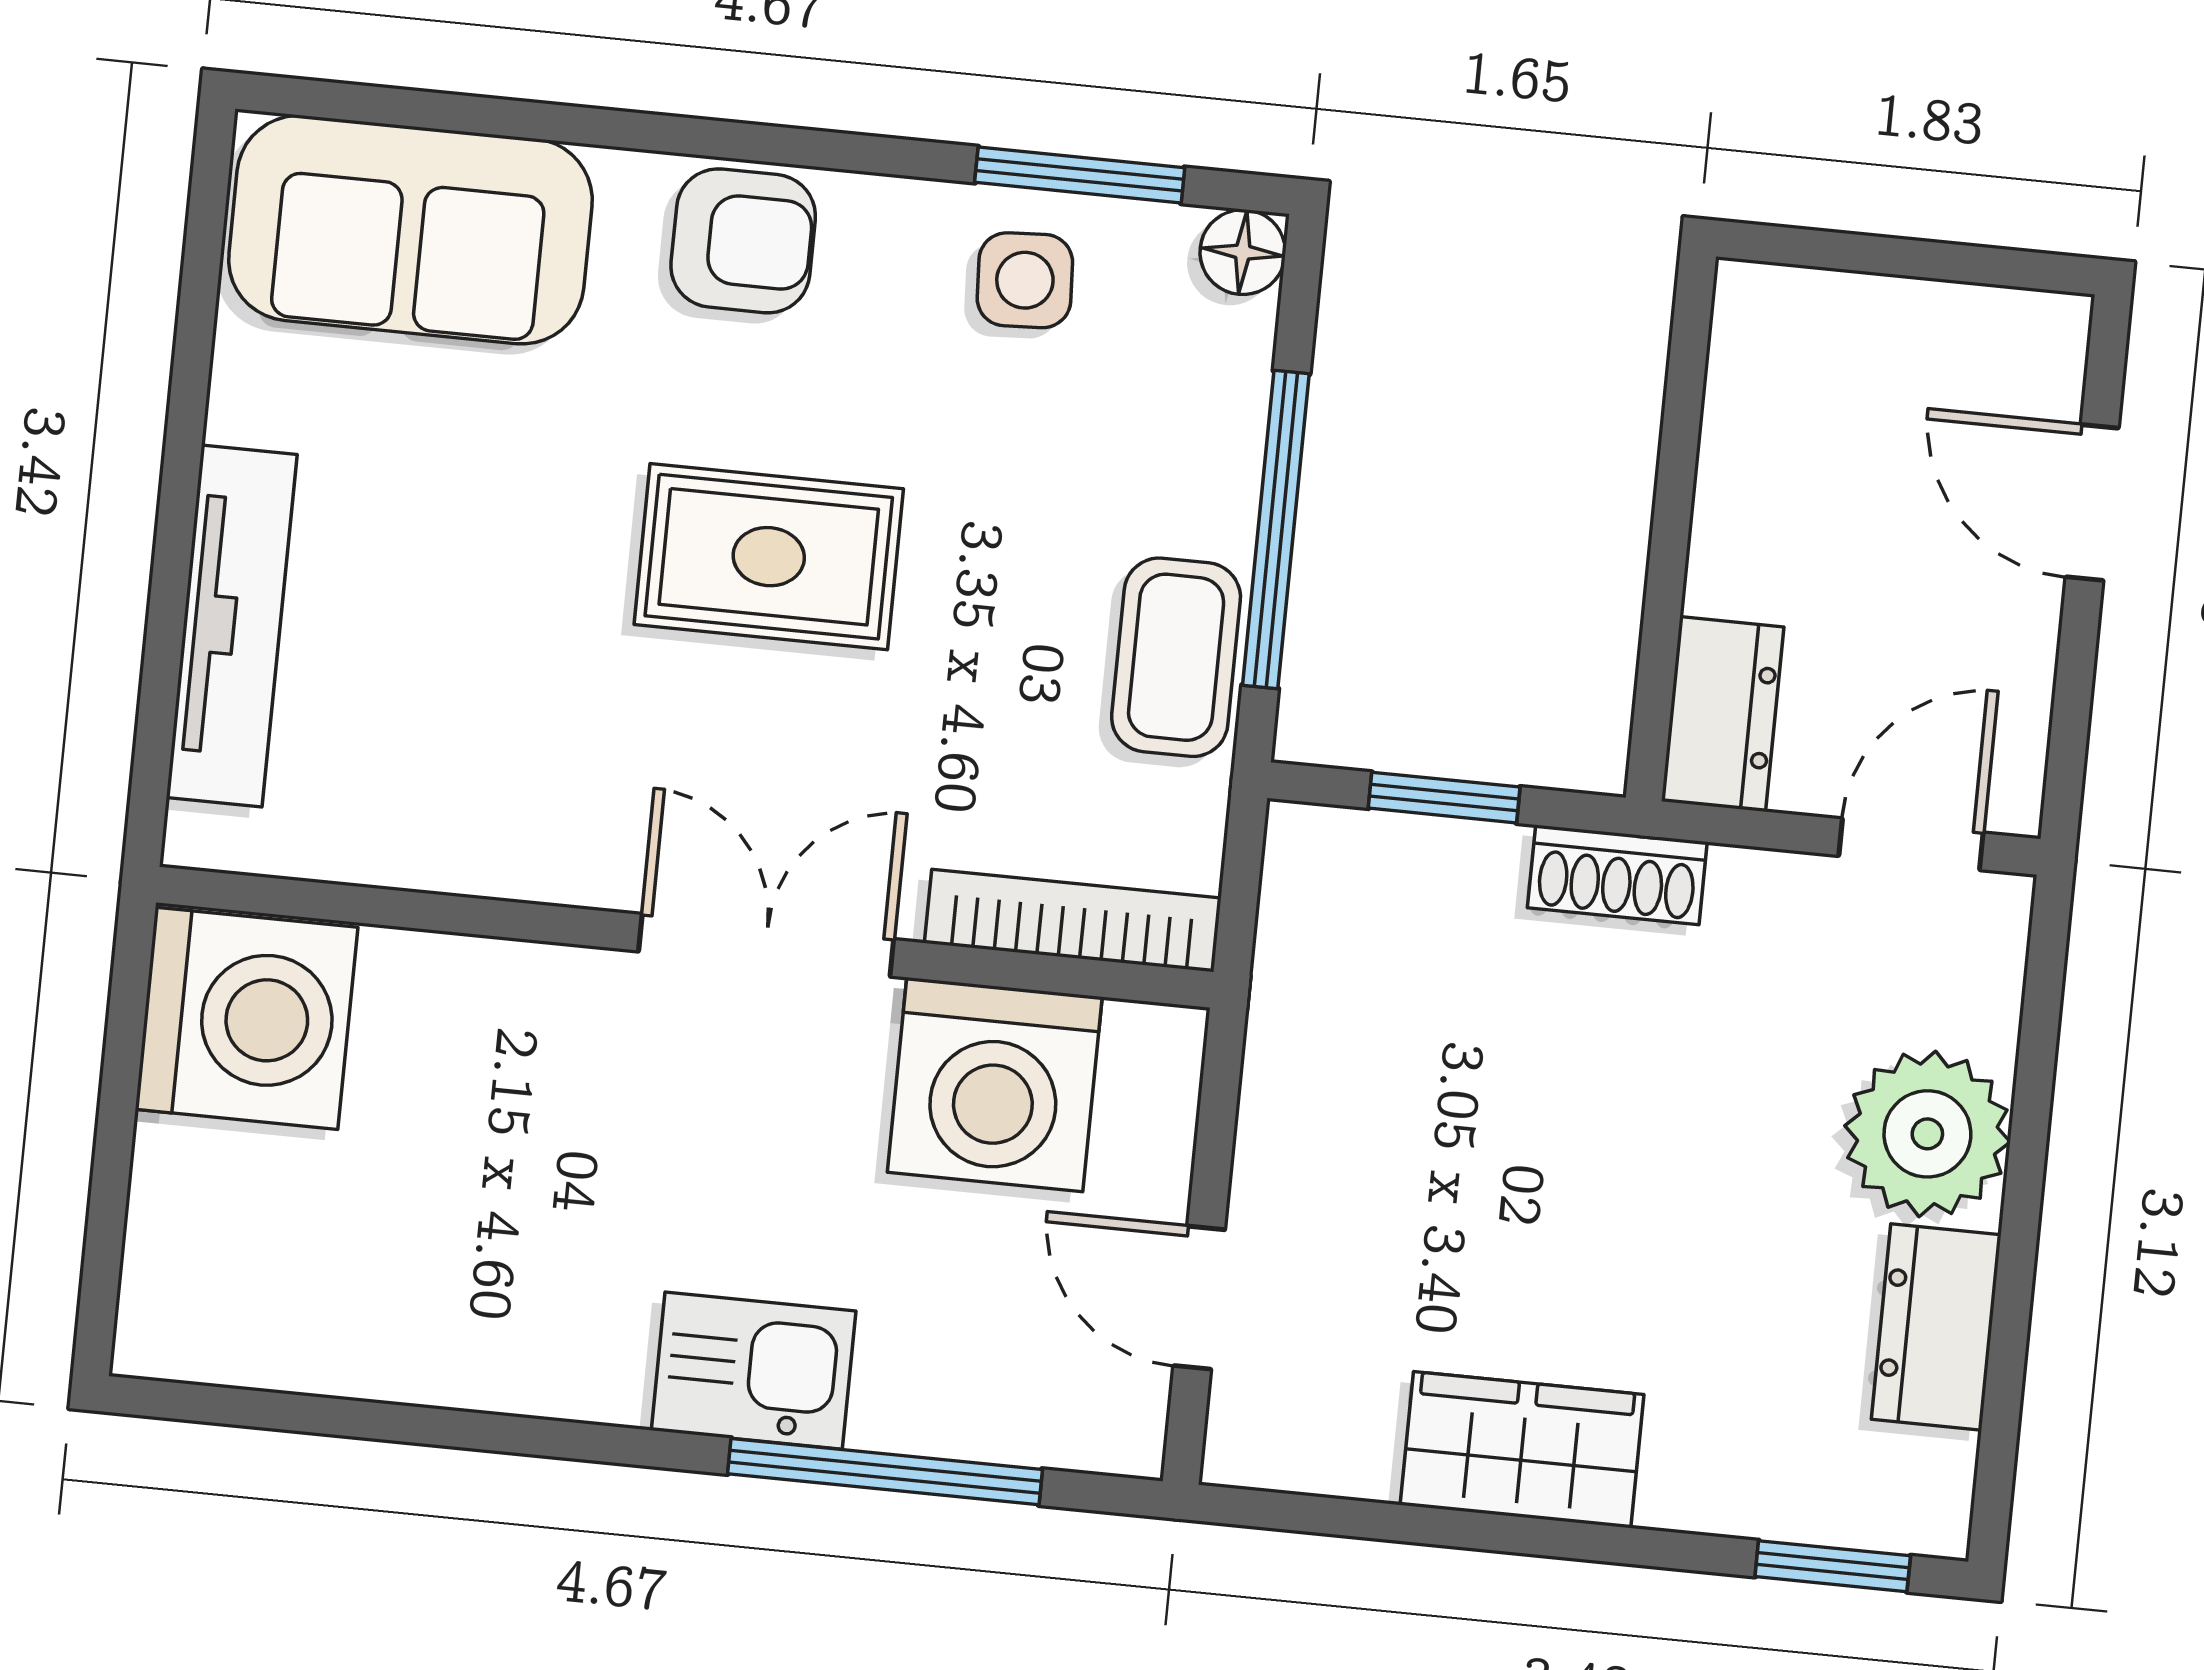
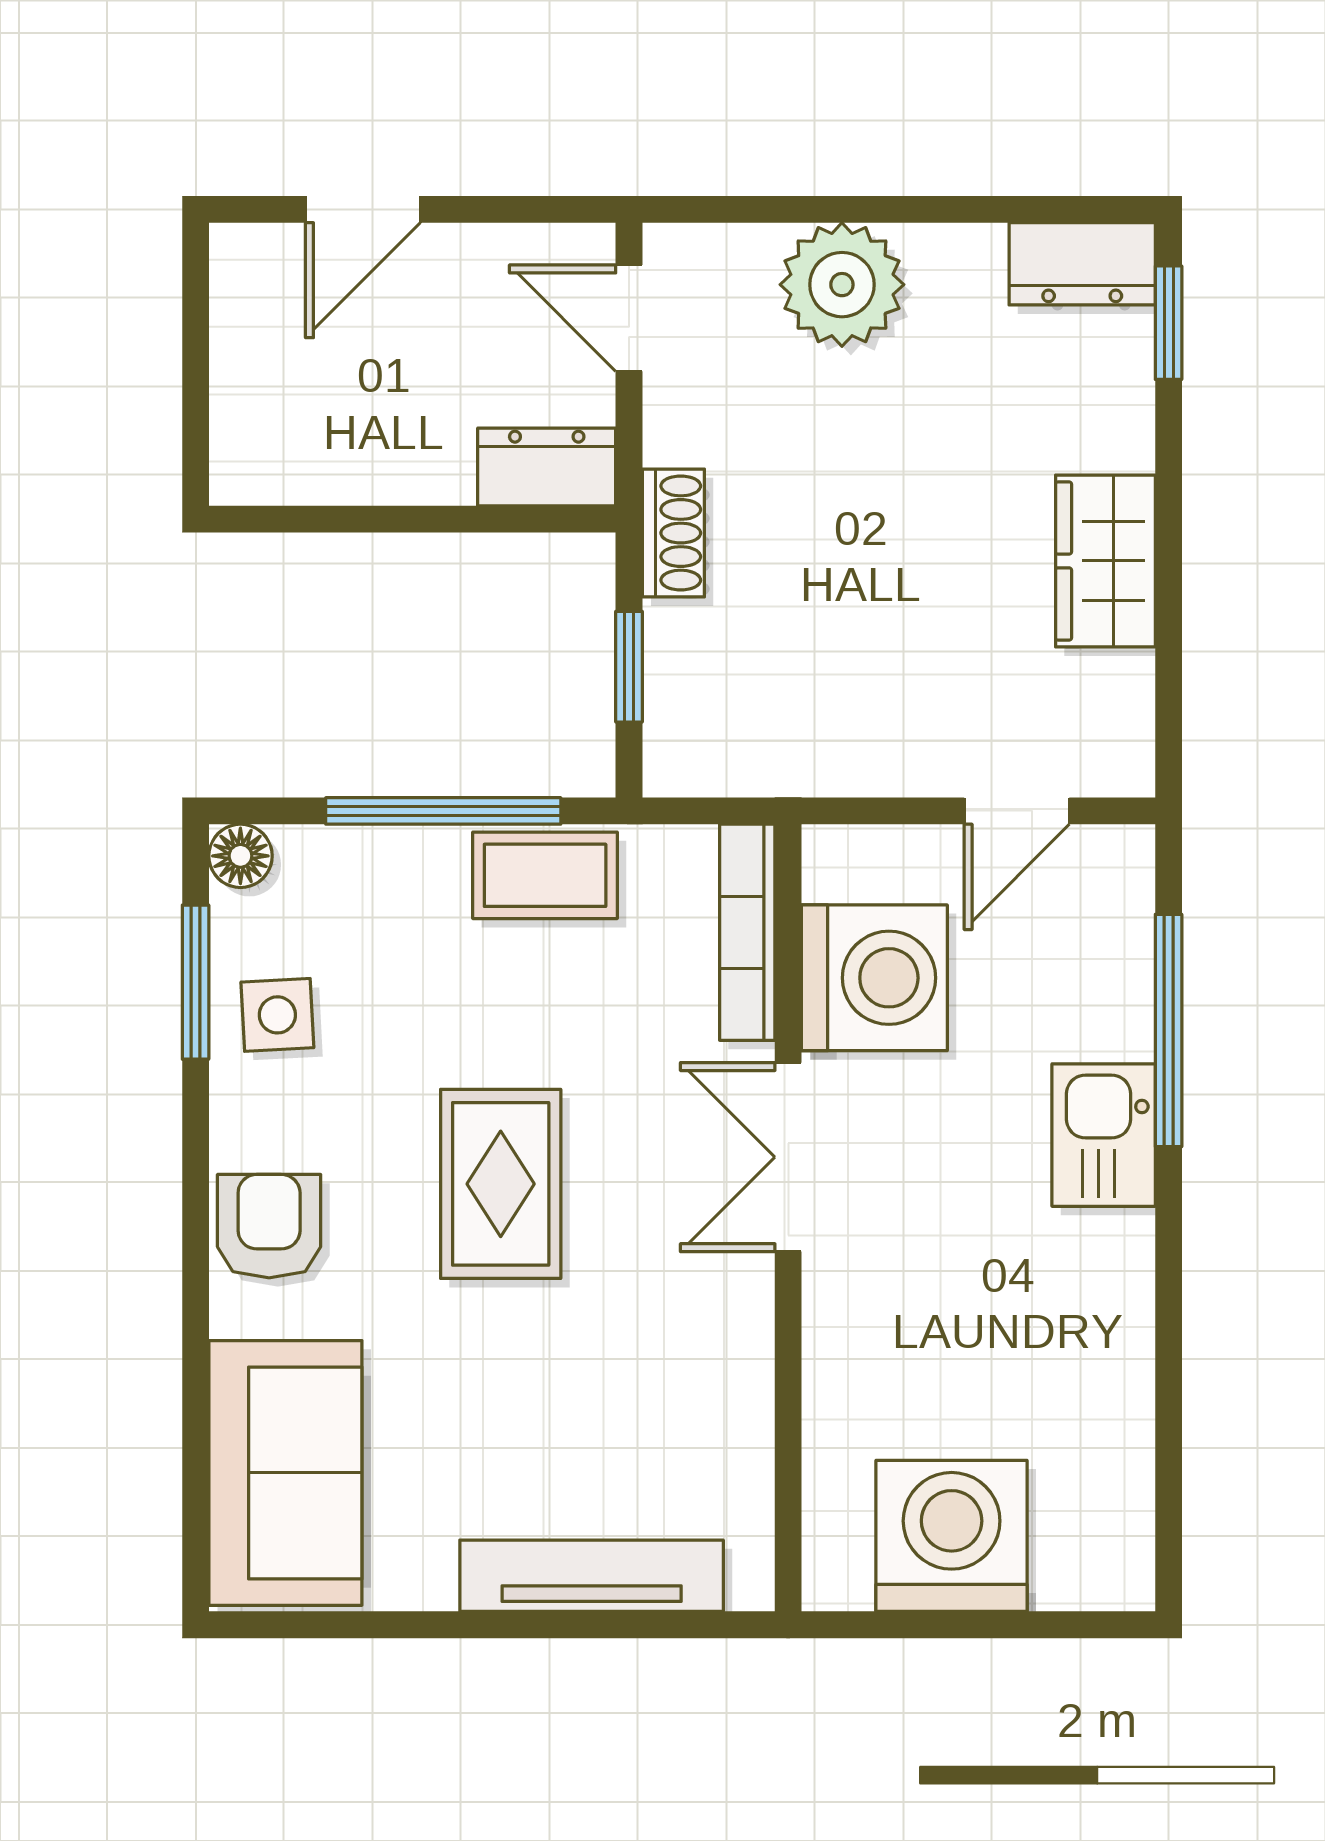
washing machine: (247, 1018) -> (952, 1536), moved
dresser: (1936, 1327) -> (1082, 264), moved

